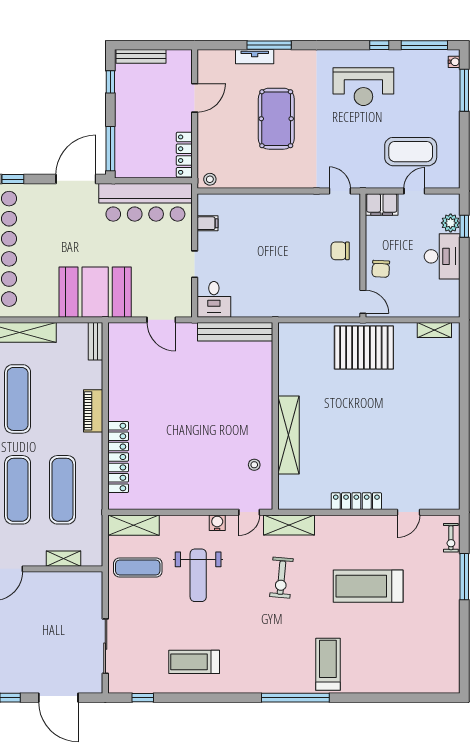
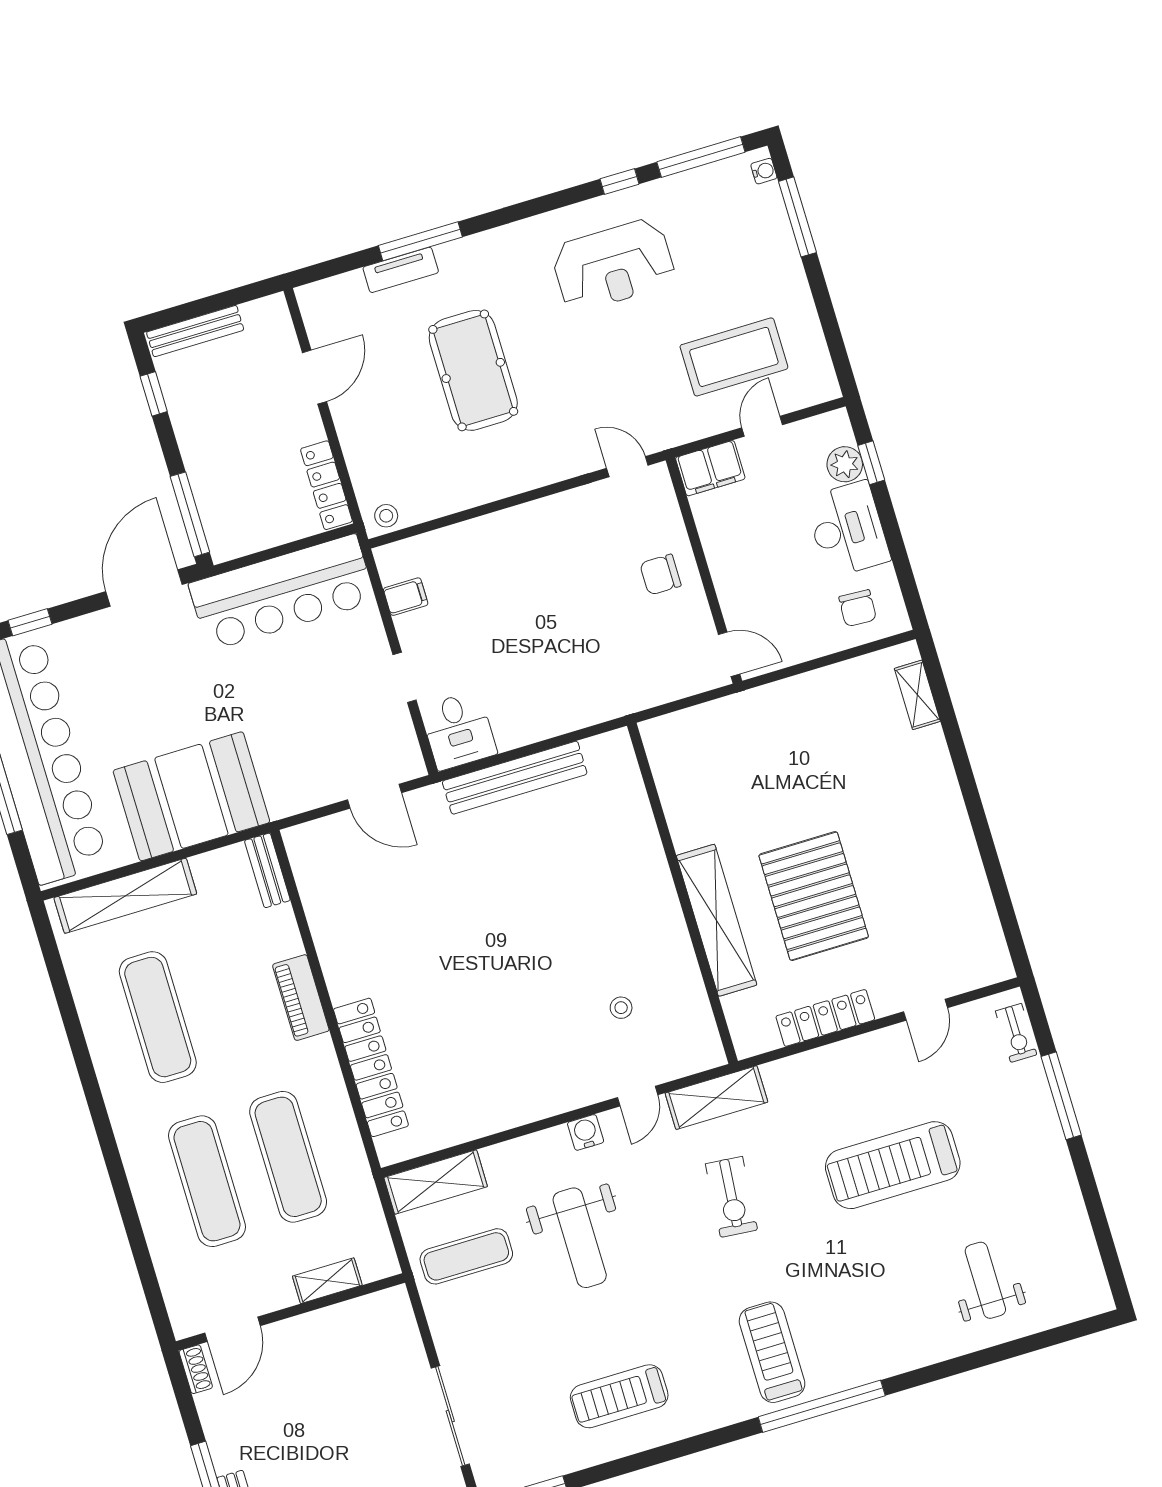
chair: (381, 269) -> (858, 608), moved
booth: (95, 292) -> (191, 796), moved
shelving: (434, 330) -> (917, 695), moved, turned 90
pallet: (364, 347) -> (814, 896), moved, turned 90
wall: (275, 416) -> (682, 893), moved
shelving: (289, 435) -> (717, 920), moved
weight bench: (398, 659) -> (985, 1280), added
treadmill: (328, 664) -> (772, 1352), moved

